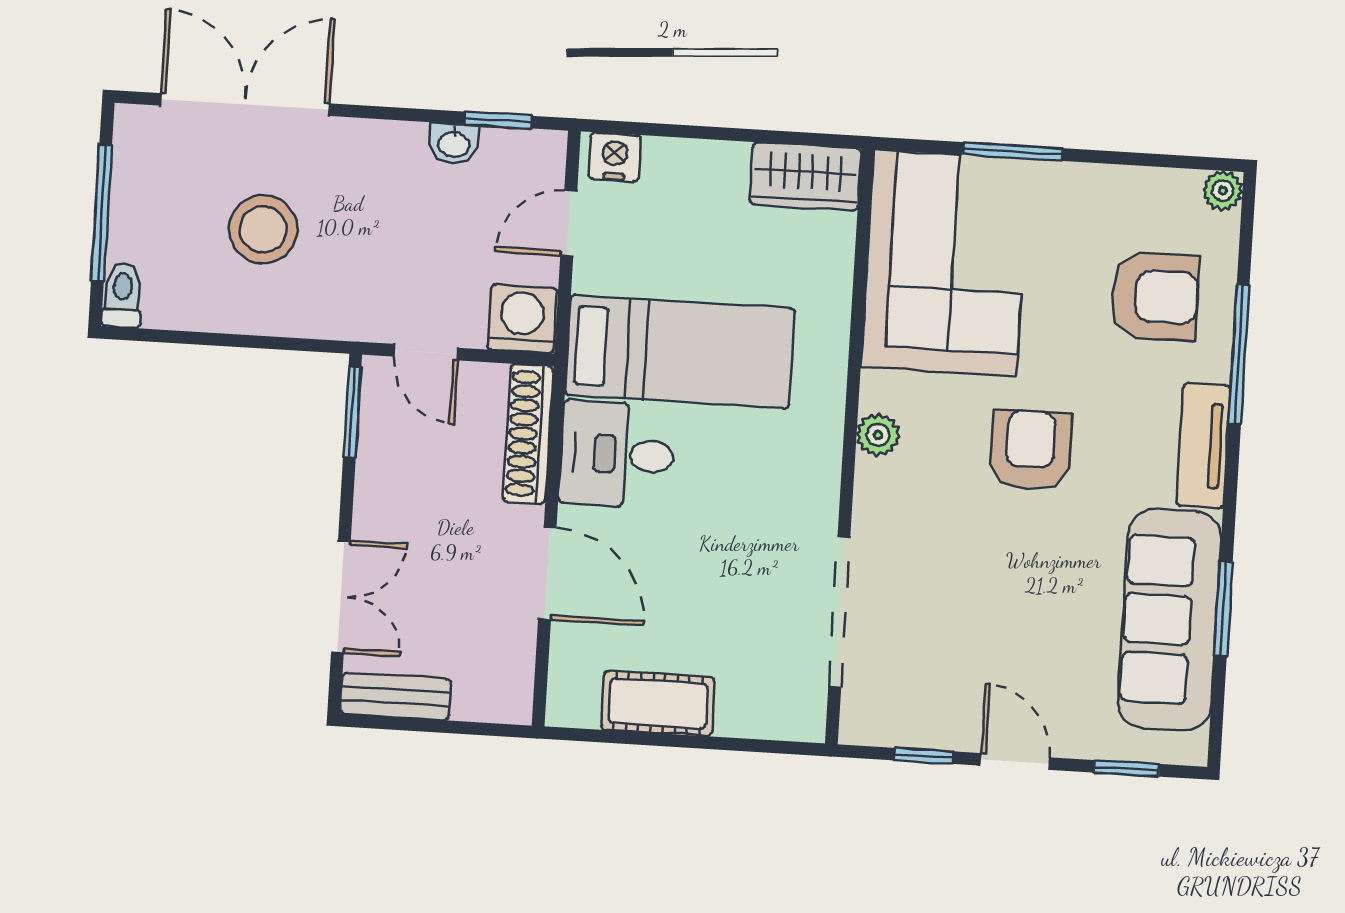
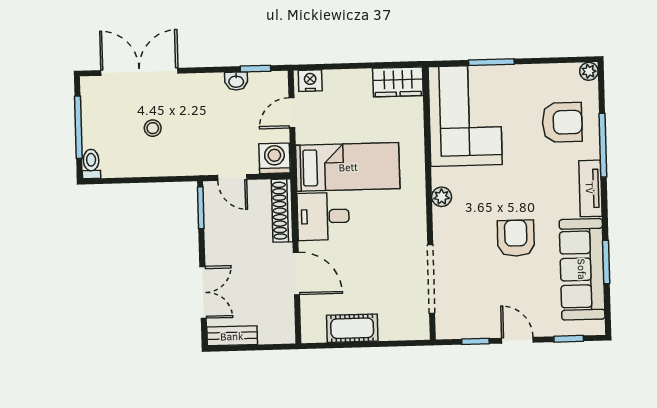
stool: (263, 229) -> (153, 128), width x0.53, depth x0.53
armchair: (1030, 450) -> (516, 238), moved

